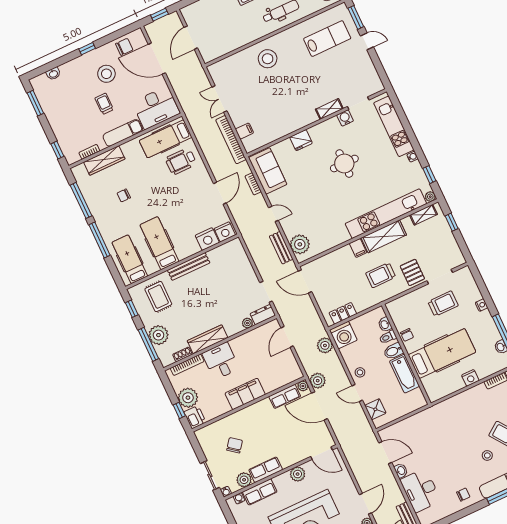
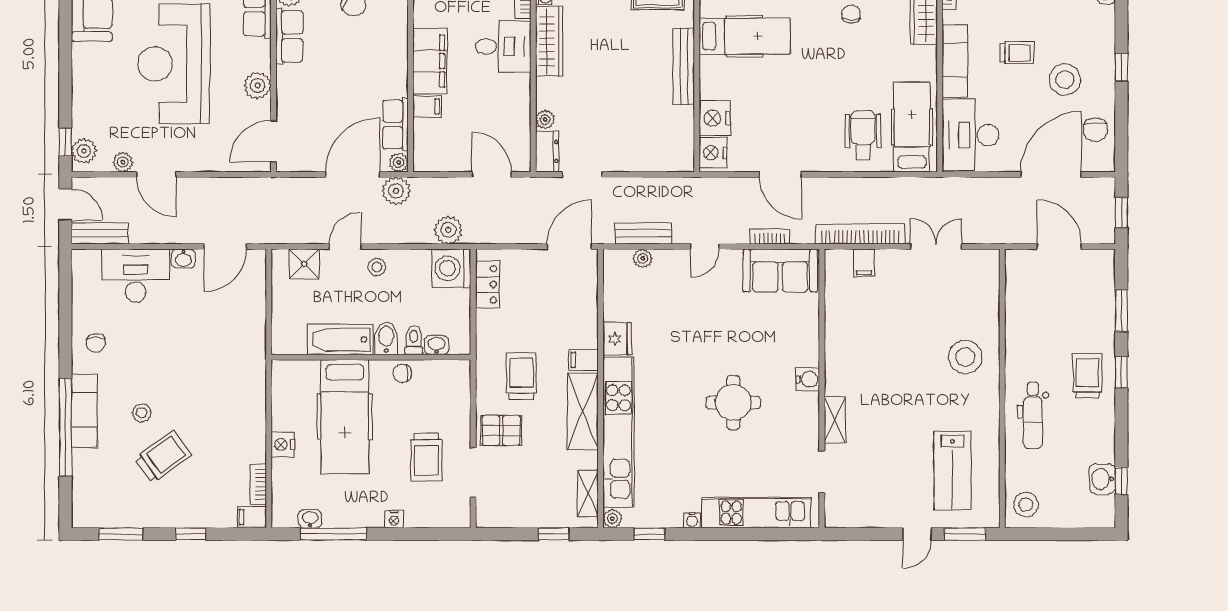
water cooler: (345, 118) -> (808, 379), moved
fridge: (301, 140) -> (617, 339), moved, turned 180
plant: (300, 244) -> (643, 258), width x0.53, depth x0.53
filing cabinet: (268, 385) -> (427, 106), added

